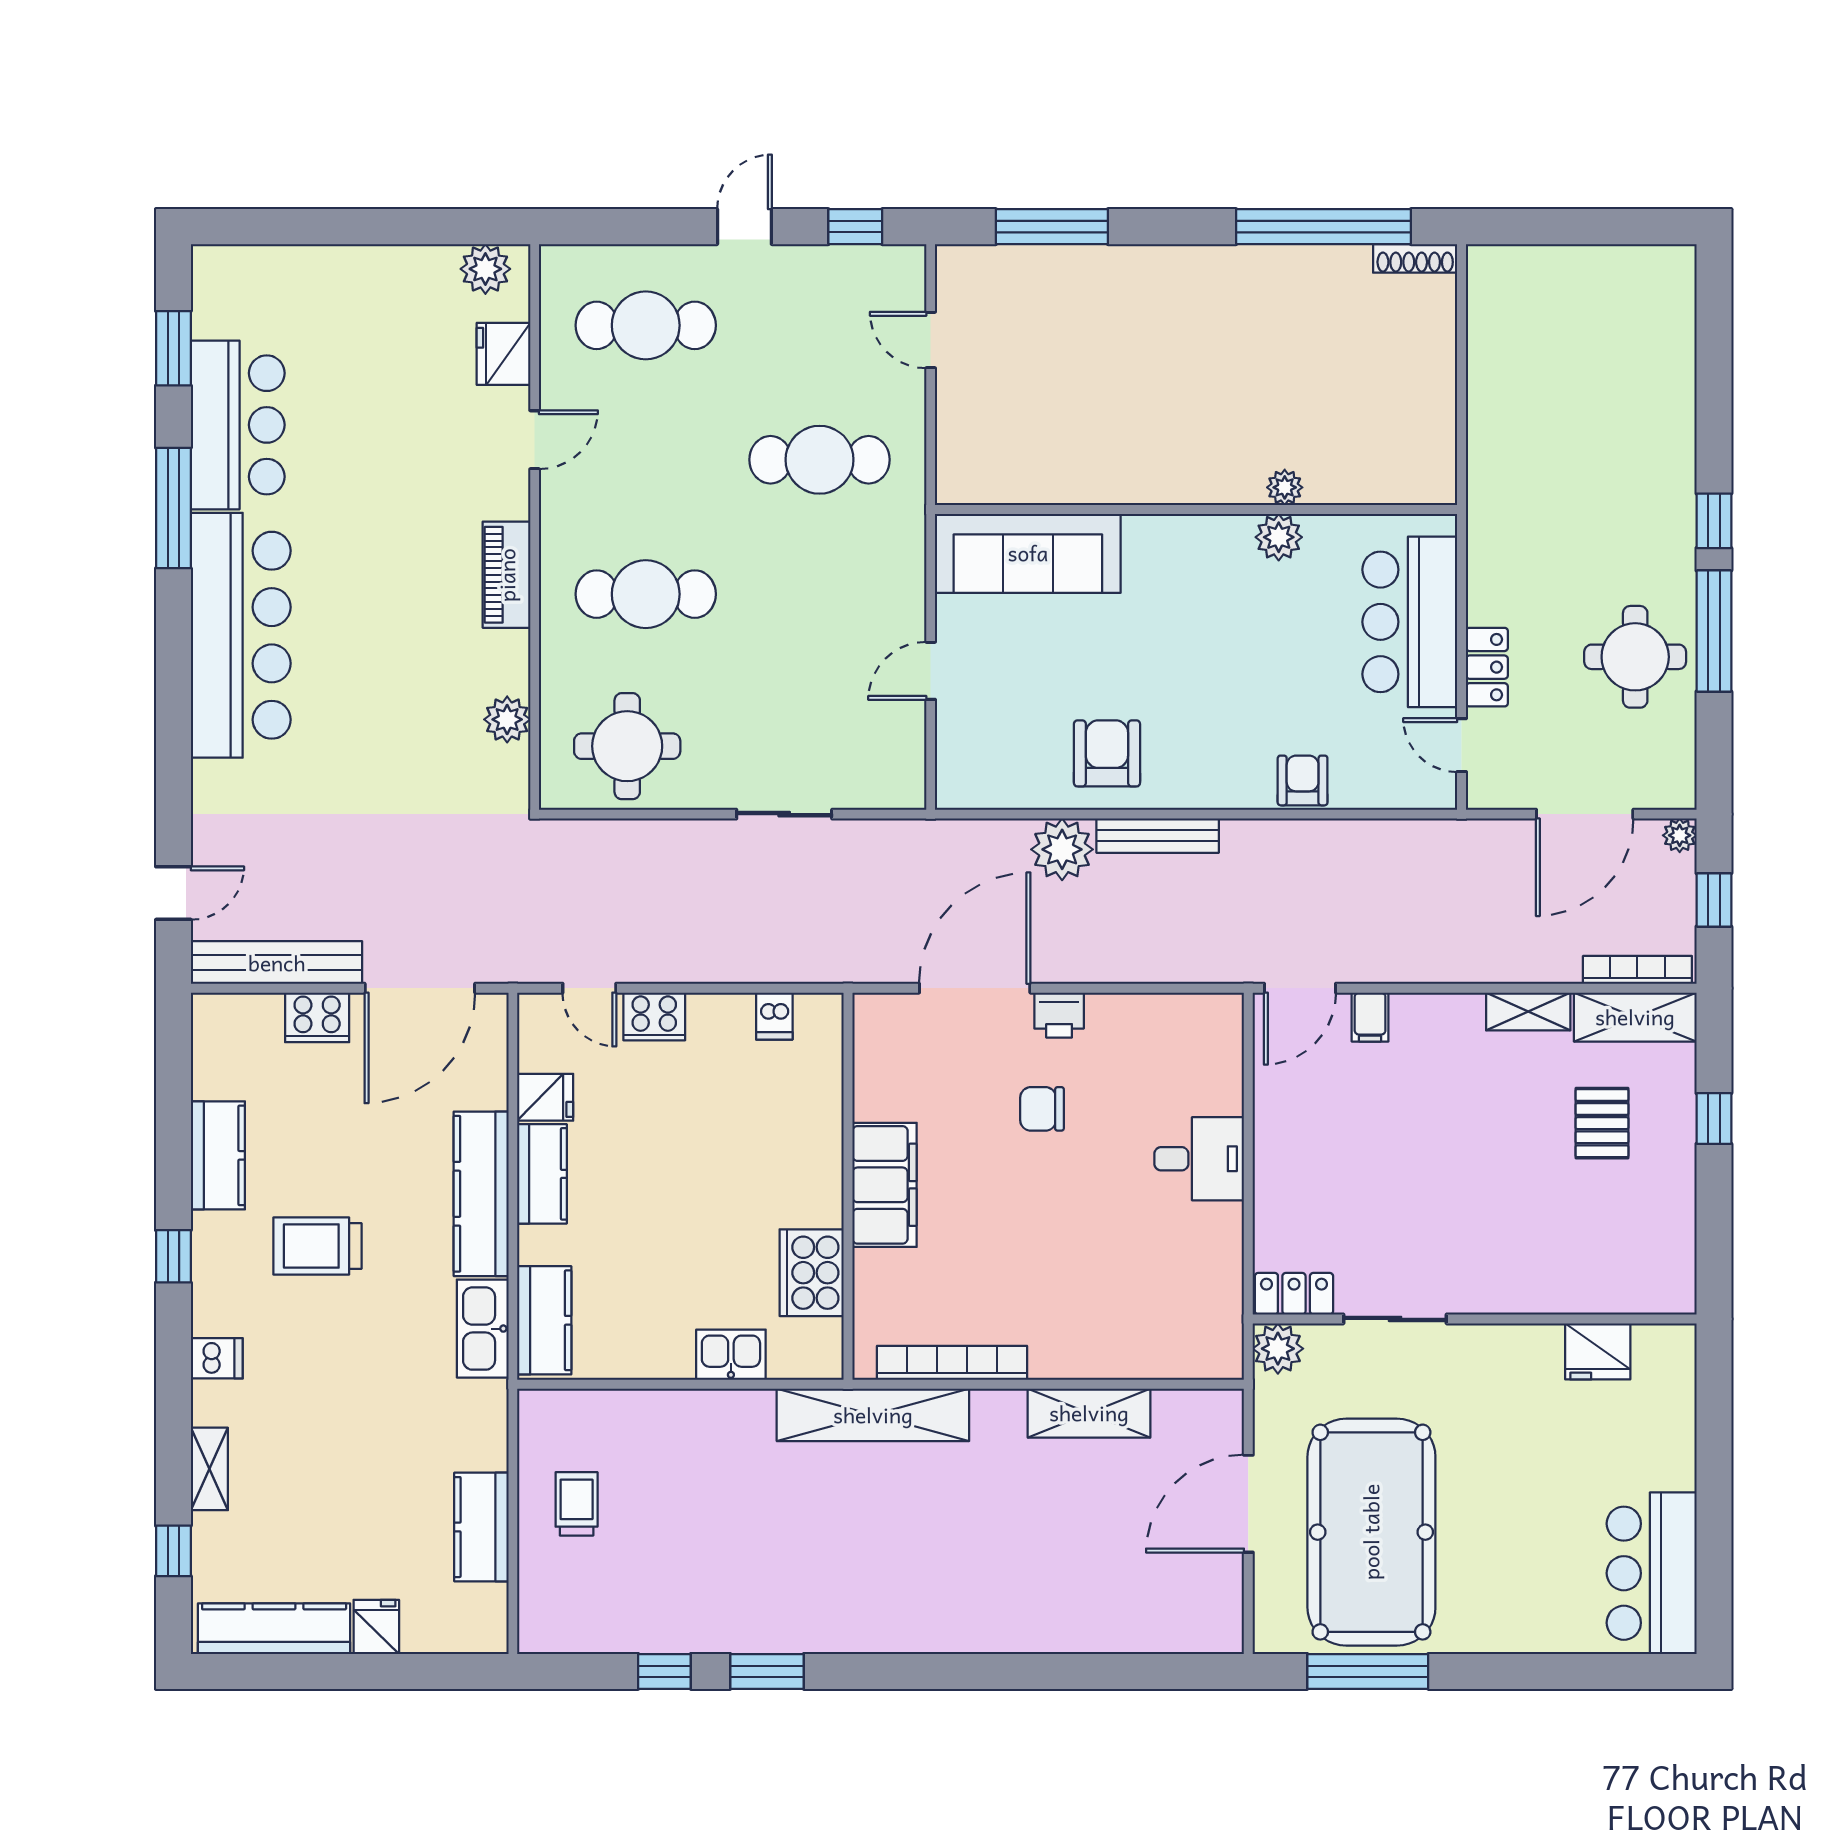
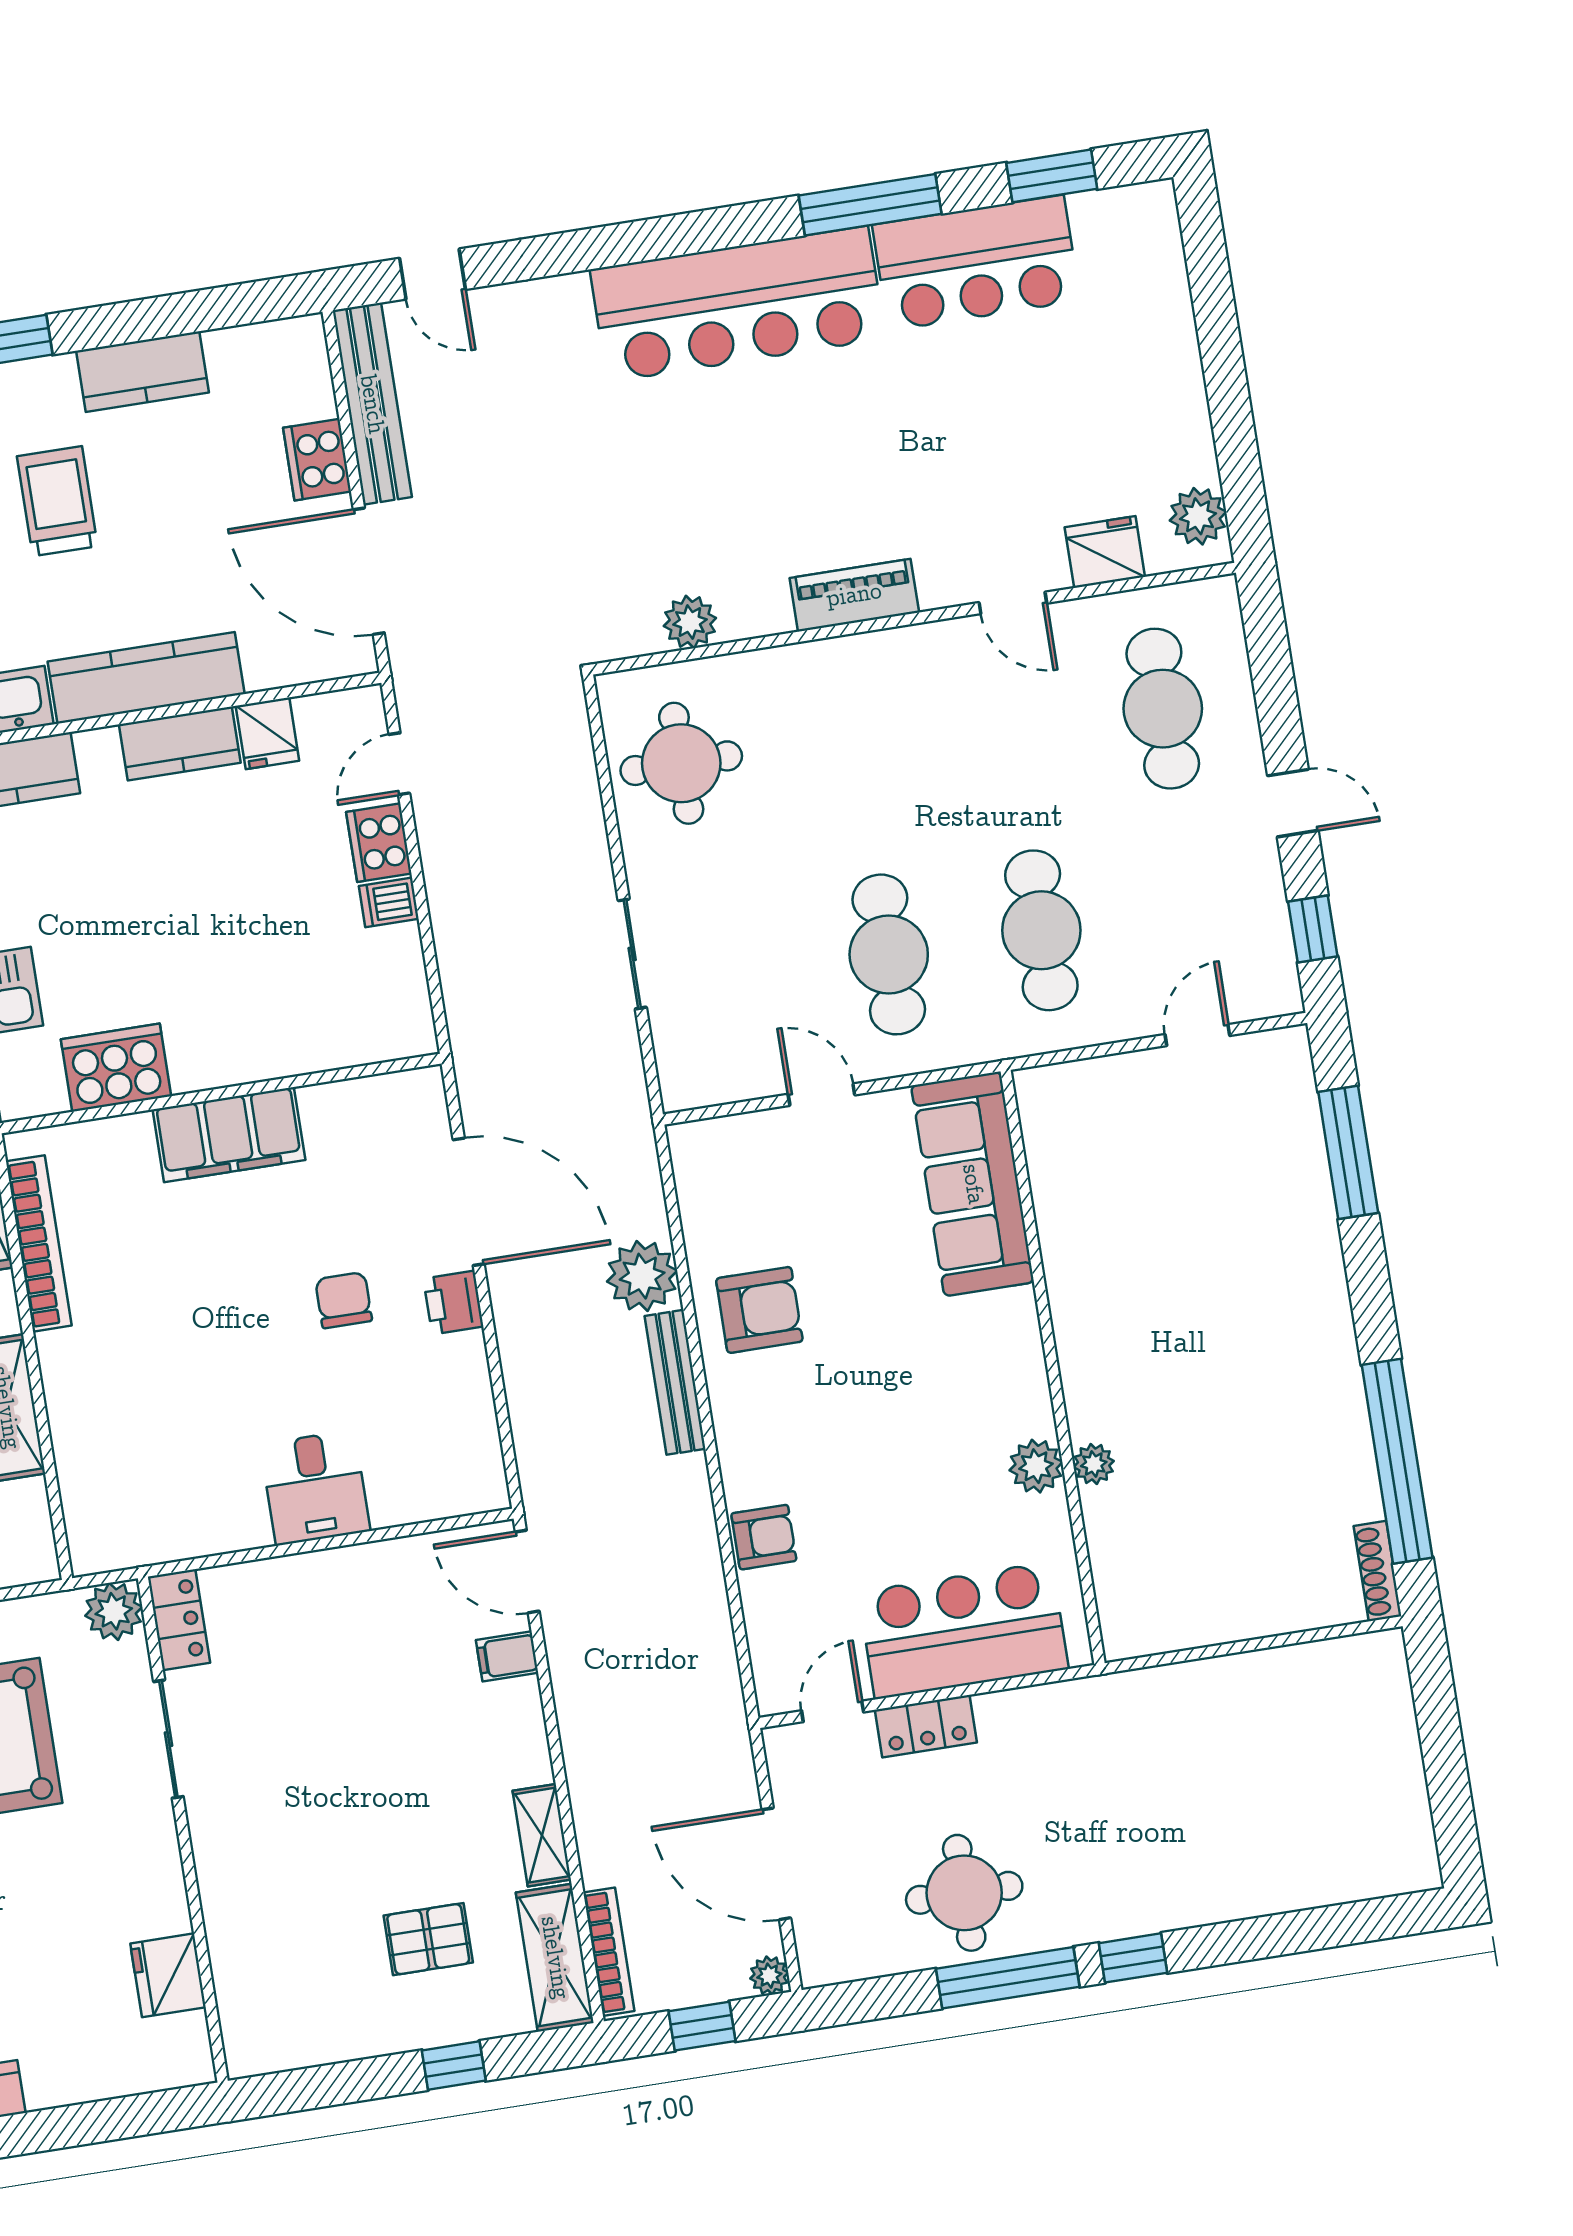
cafe table: (646, 594) -> (889, 954), moved
dishwasher: (774, 1016) -> (389, 902), moved

